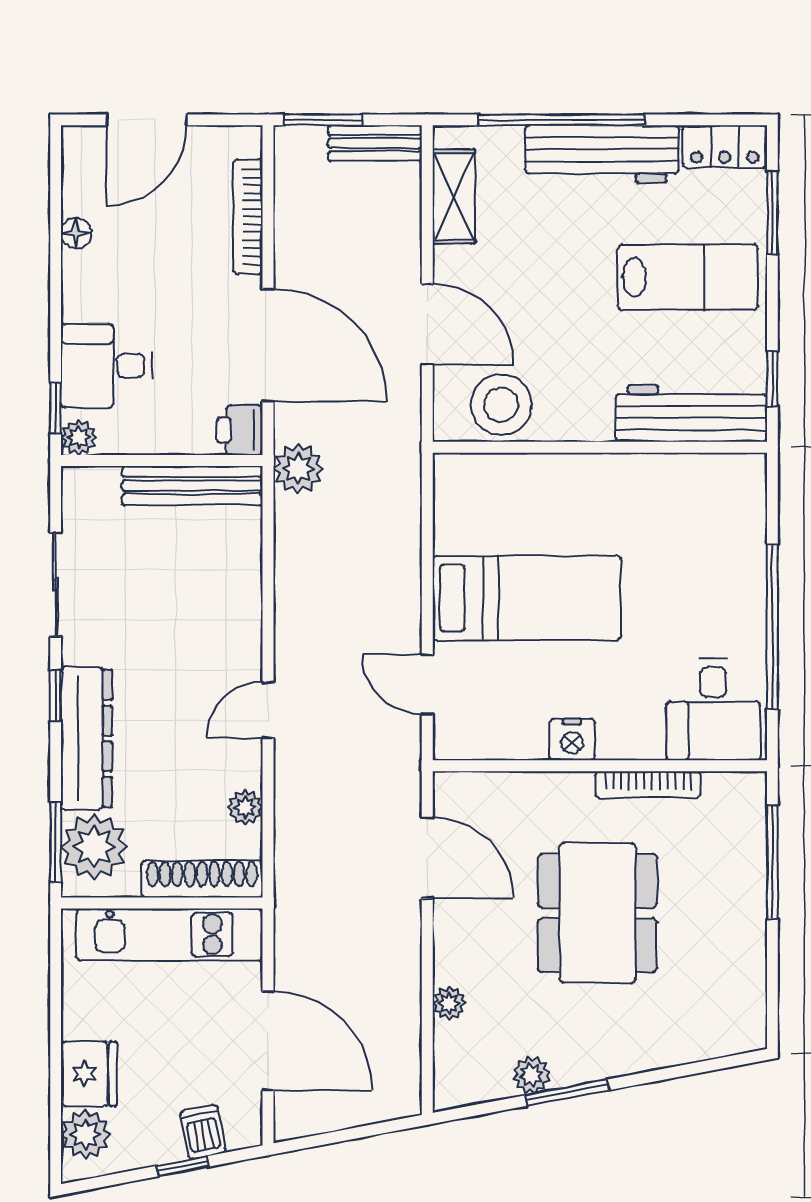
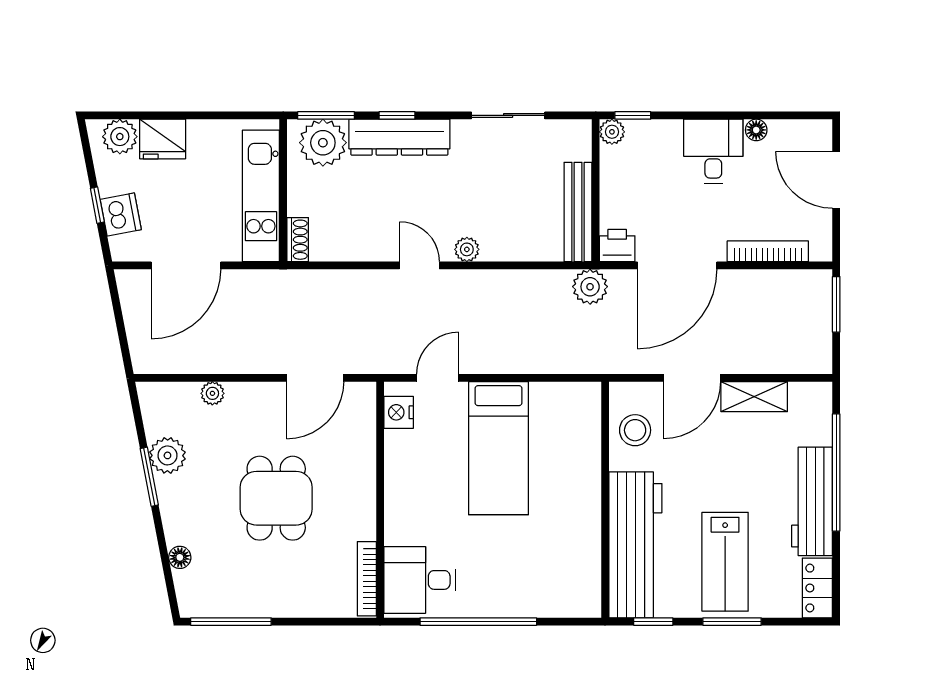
bench: (375, 143) -> (820, 341), removed
shelving: (454, 197) -> (754, 397), moved
window: (772, 212) -> (732, 622), moved
desk: (106, 366) -> (713, 151), moved
stool: (501, 405) -> (635, 430), width x0.73, depth x0.73
workbench: (691, 413) -> (635, 545), width x1.36, depth x1.32
window: (56, 696) -> (397, 115), moved
nightstand: (572, 740) -> (399, 412), moved
bookcase: (648, 785) -> (367, 579), moved
plant: (245, 807) -> (467, 249), moved
window: (772, 862) -> (231, 622), moved
shoe rack: (202, 879) -> (298, 240), width x0.51, depth x0.81
dining table: (598, 913) -> (276, 498), width x0.73
floor lamp: (681, 1049) -> (180, 557), added
plant: (531, 1075) -> (167, 455), width x1.38, depth x1.38
dishwasher: (203, 1132) -> (121, 215), width x1.38

